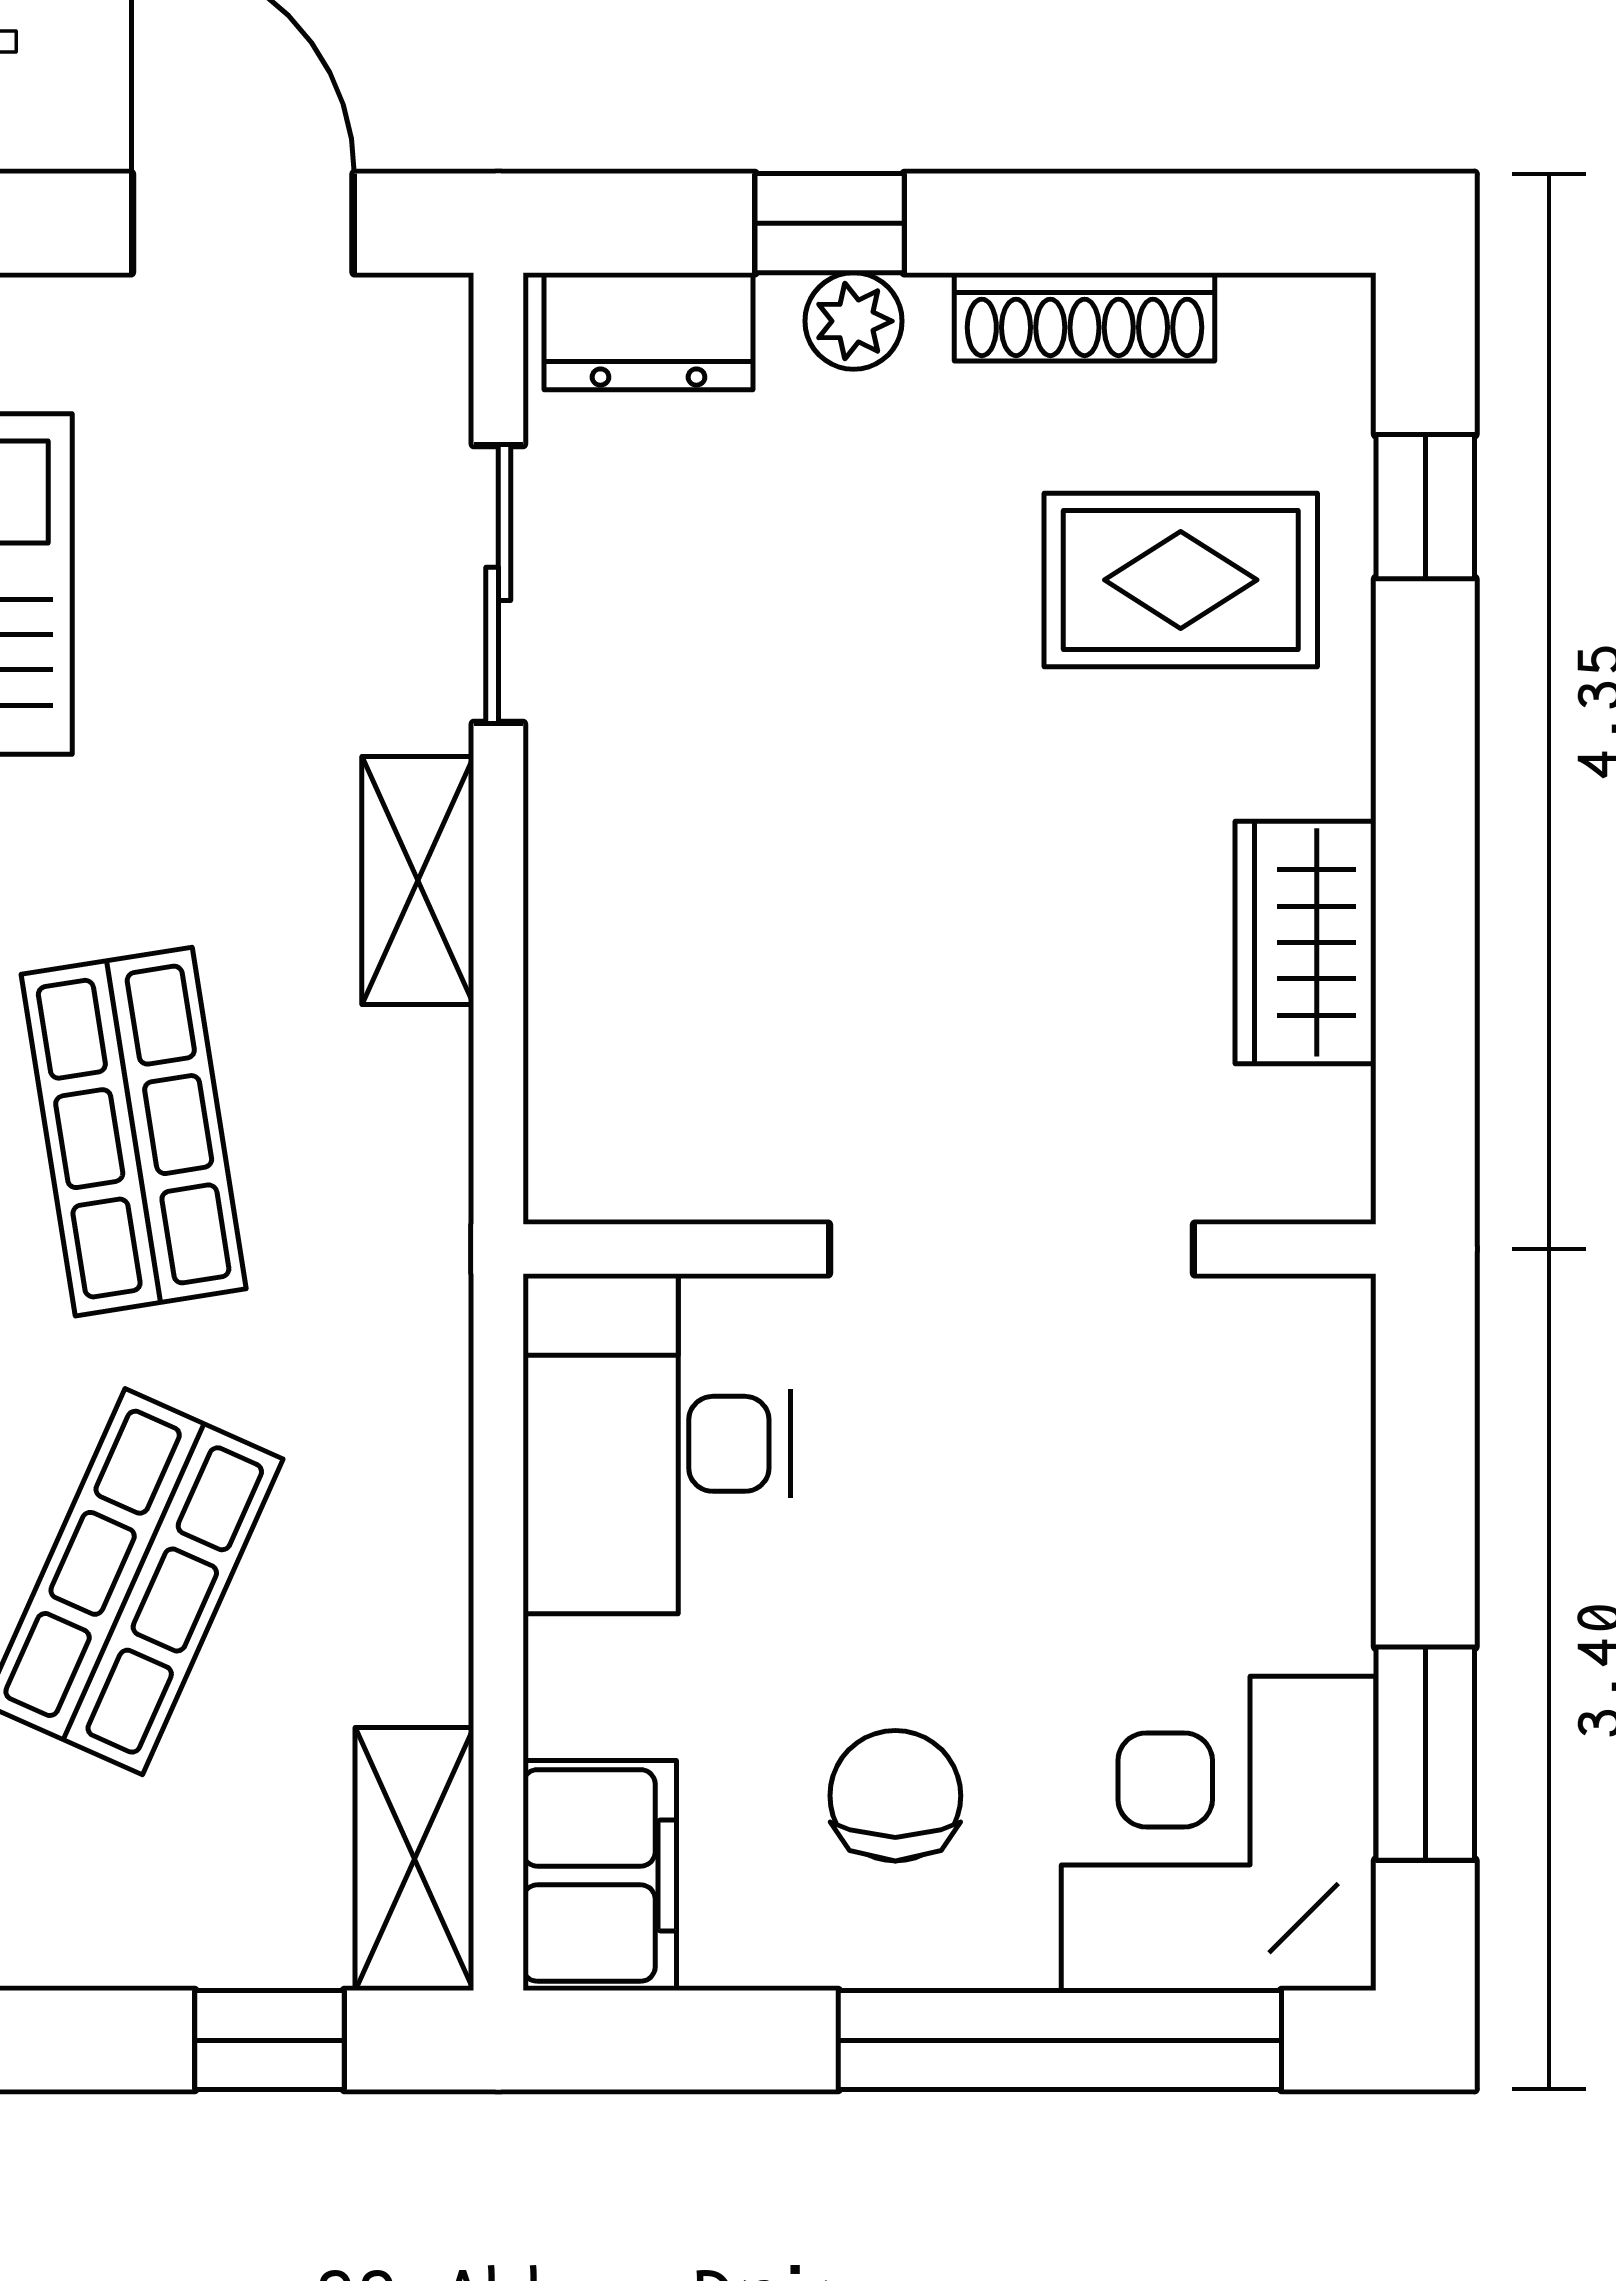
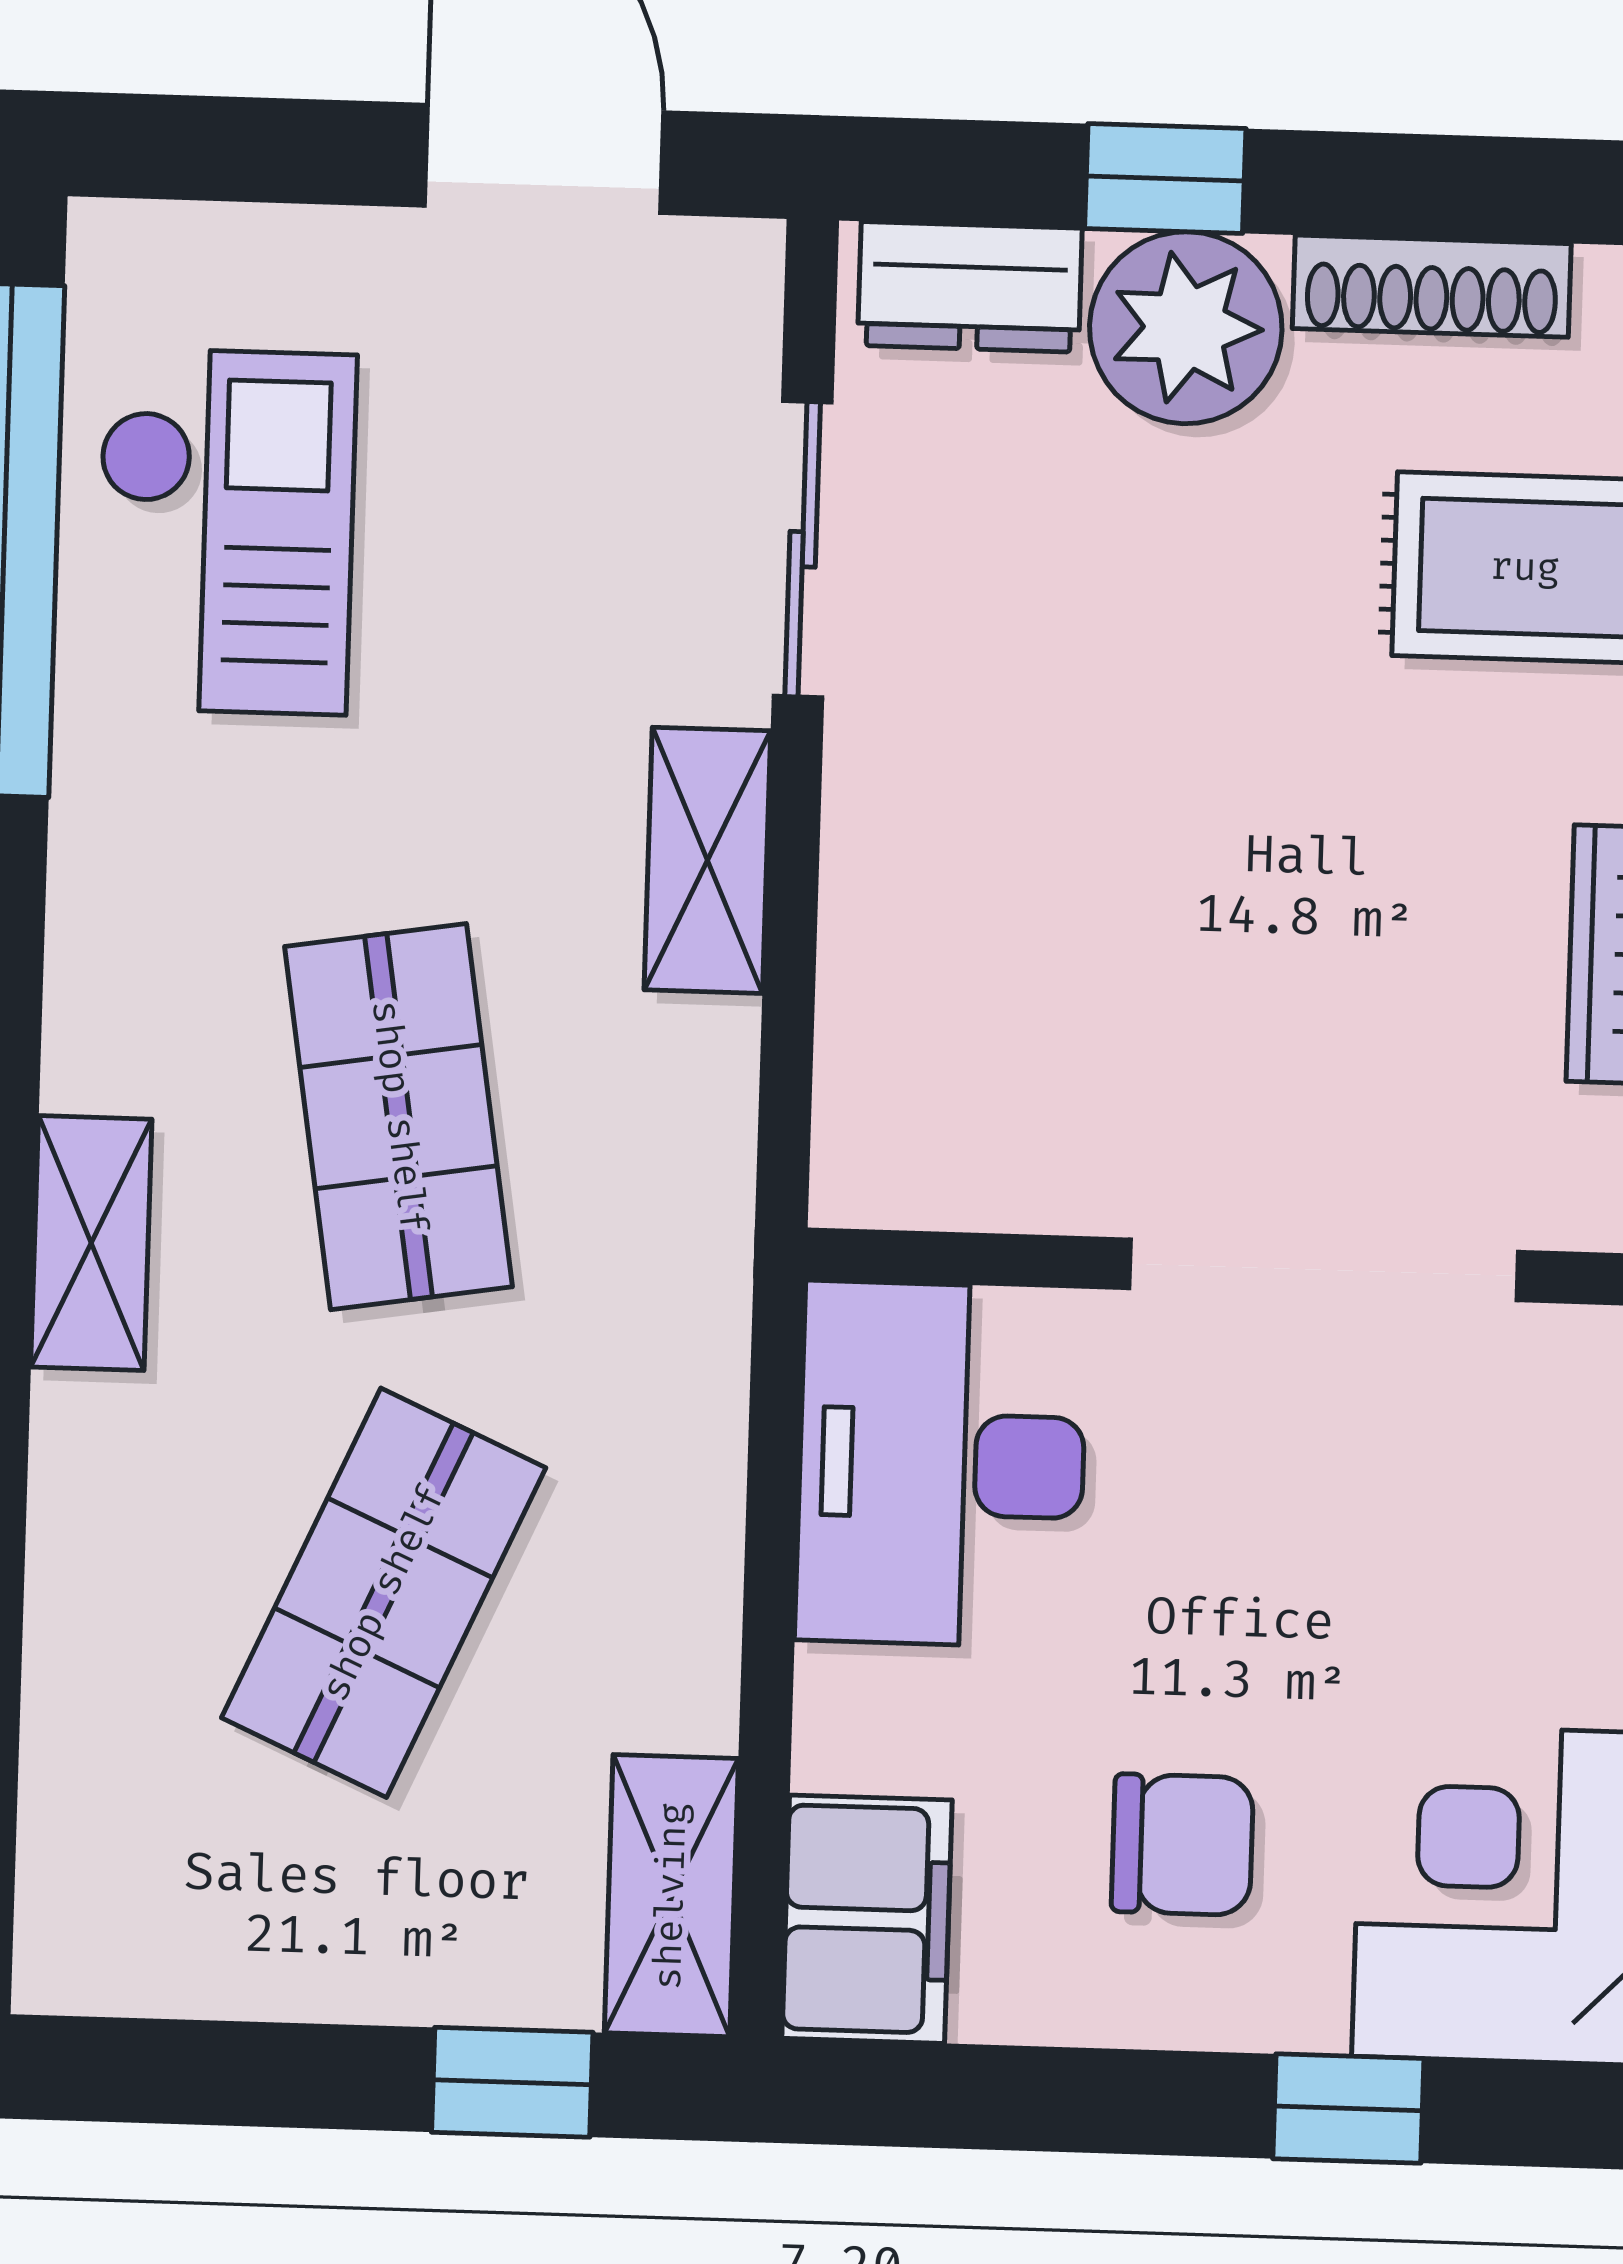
plant: (854, 321) -> (1186, 328), width x1.88, depth x1.88
chair: (895, 1796) -> (1182, 1845), turned 90
window: (1060, 2040) -> (1348, 2109), width x0.32

